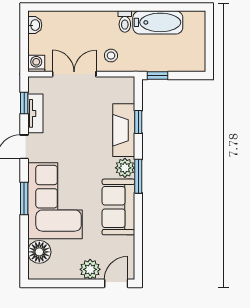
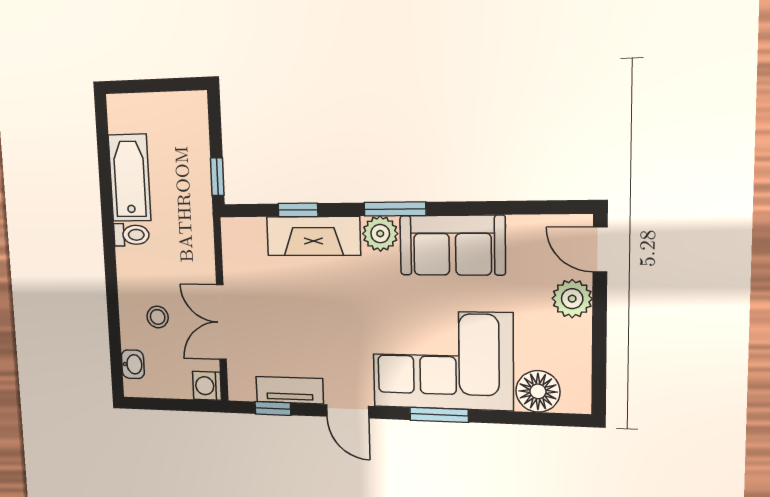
washbasin: (35, 25) -> (133, 364), moved, turned 90
stool: (111, 56) -> (158, 317), moved

